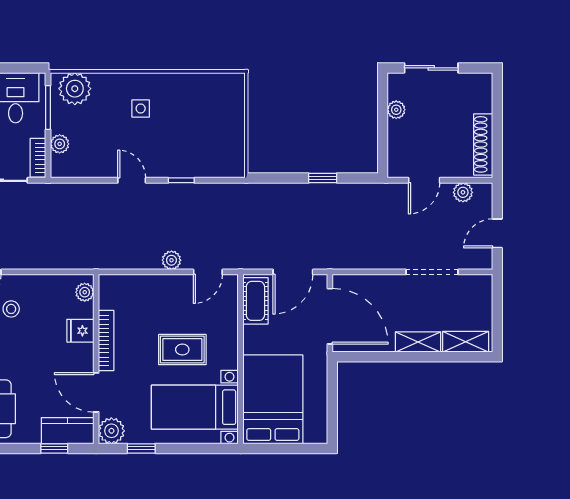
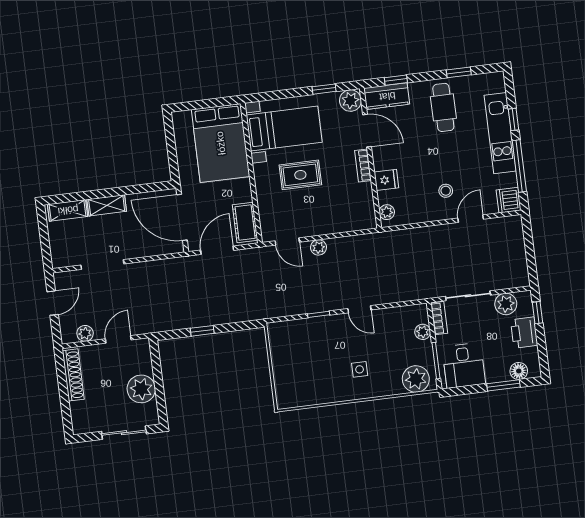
plant: (396, 110) -> (141, 389), width x1.88, depth x1.88
door: (208, 272) -> (287, 241), swing flipped
bookcase: (106, 341) -> (363, 166), width x0.64

